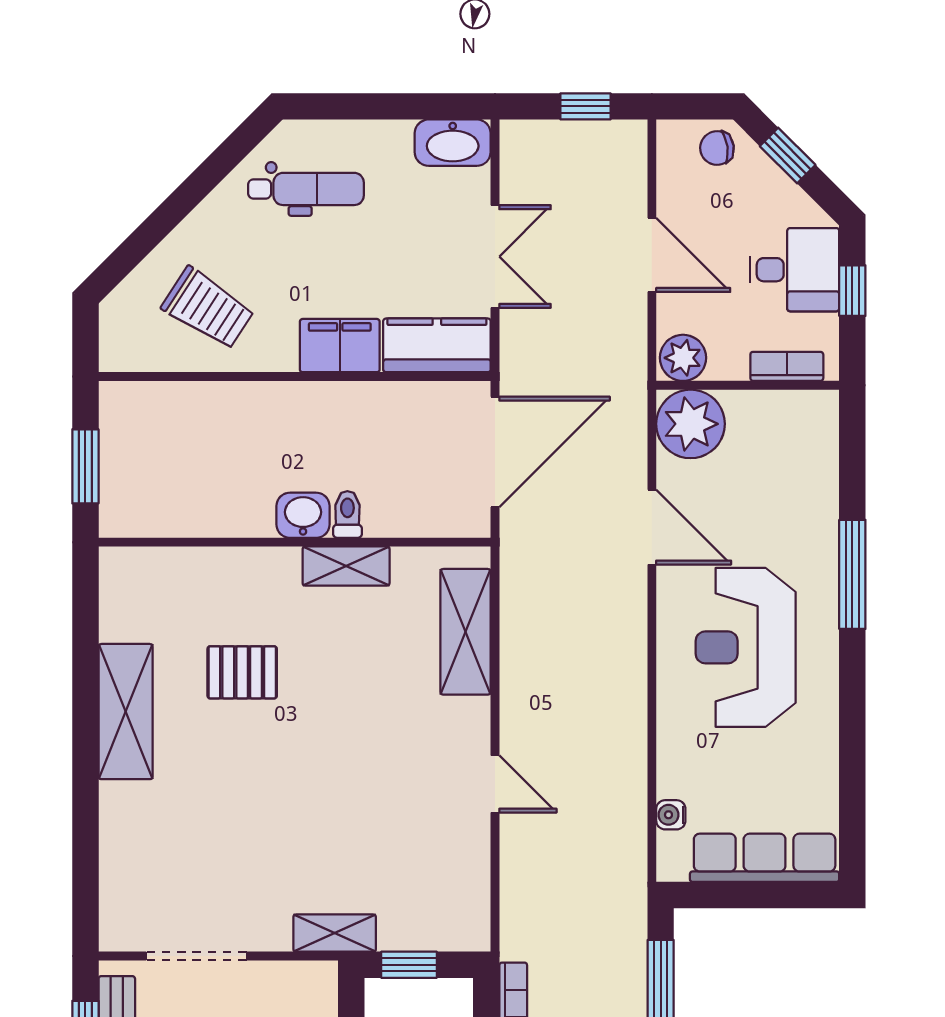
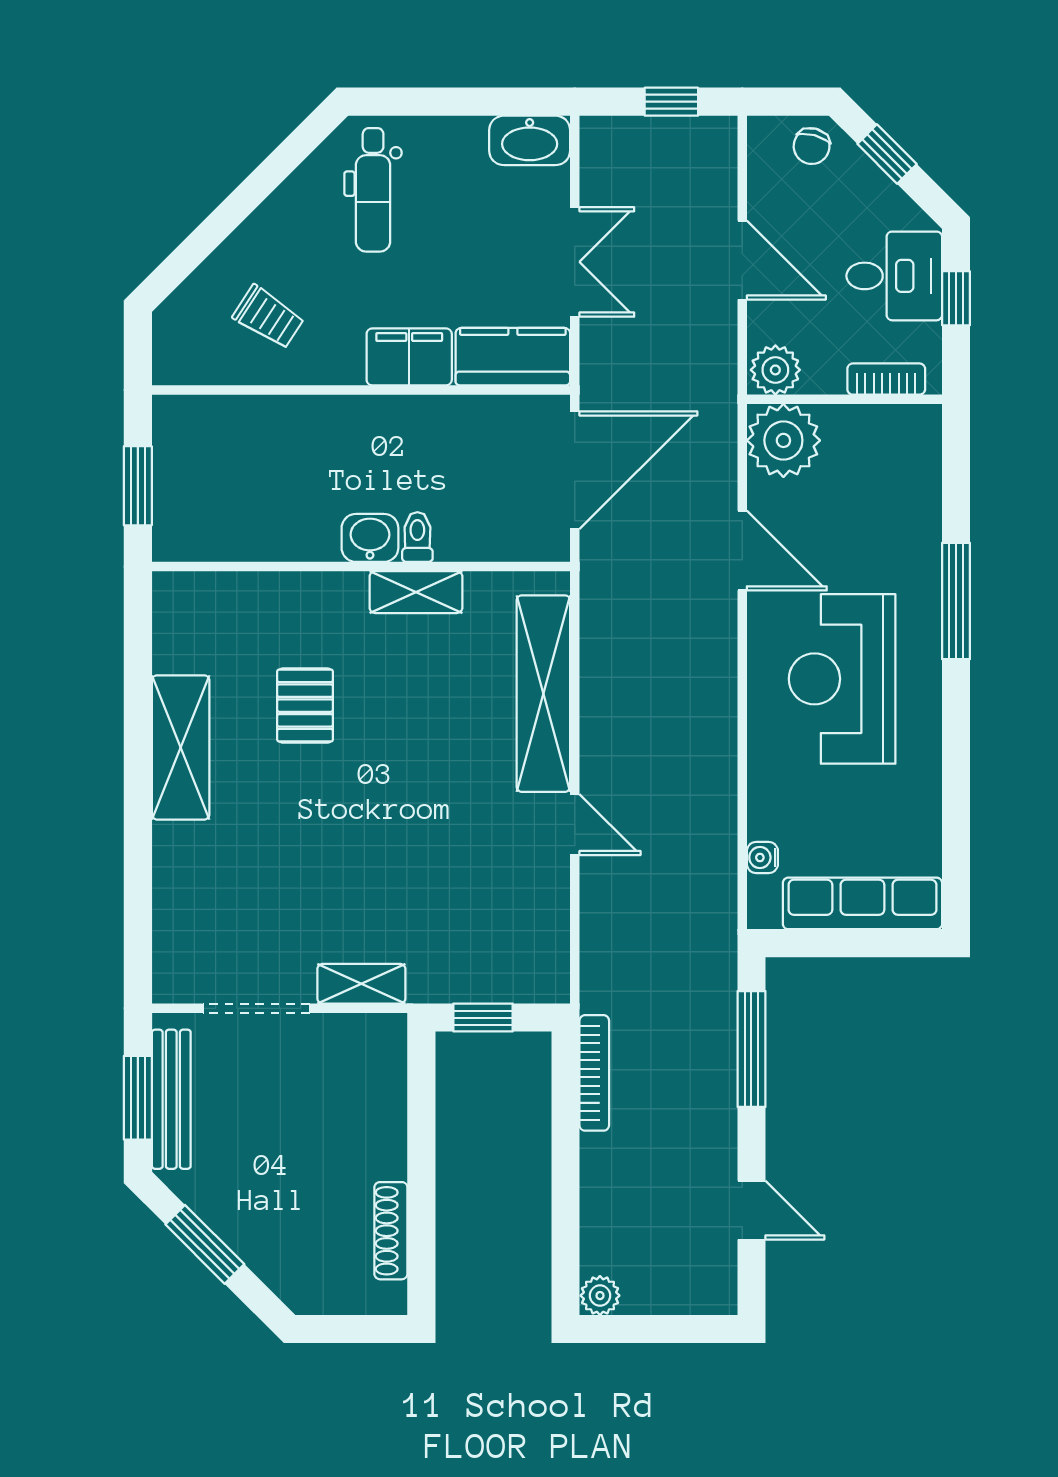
chair: (717, 148) -> (812, 146), turned -67
dental chair: (306, 189) -> (373, 190), turned 90
trolley: (208, 308) -> (268, 317), width x0.73, depth x0.72
shelving: (466, 632) -> (543, 694), width x1.47
pallet: (242, 672) -> (305, 706), turned 90
shelving: (335, 933) -> (361, 984), moved

